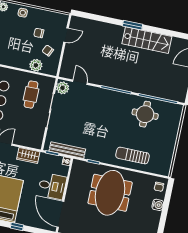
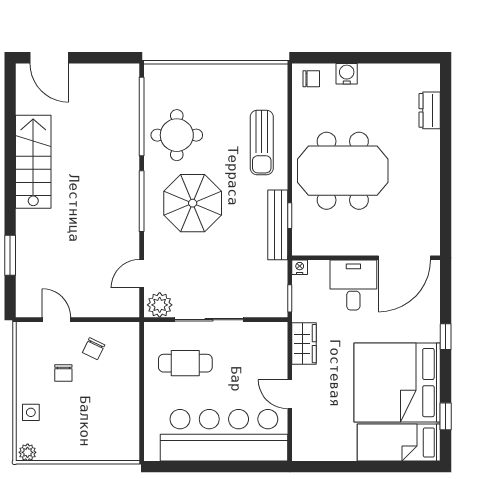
window: (133, 25) -> (10, 255), moved
plant: (36, 65) -> (127, 366), removed
parasol: (110, 115) -> (193, 203), added
bench: (67, 150) -> (278, 225), moved

